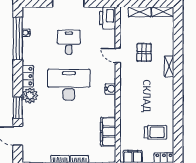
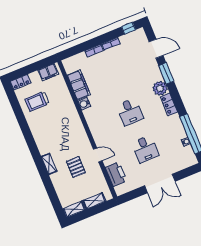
printer: (108, 18) -> (116, 174), moved
desk: (69, 85) -> (130, 112), width x0.53, depth x0.77
water cooler: (110, 89) -> (84, 104), moved

